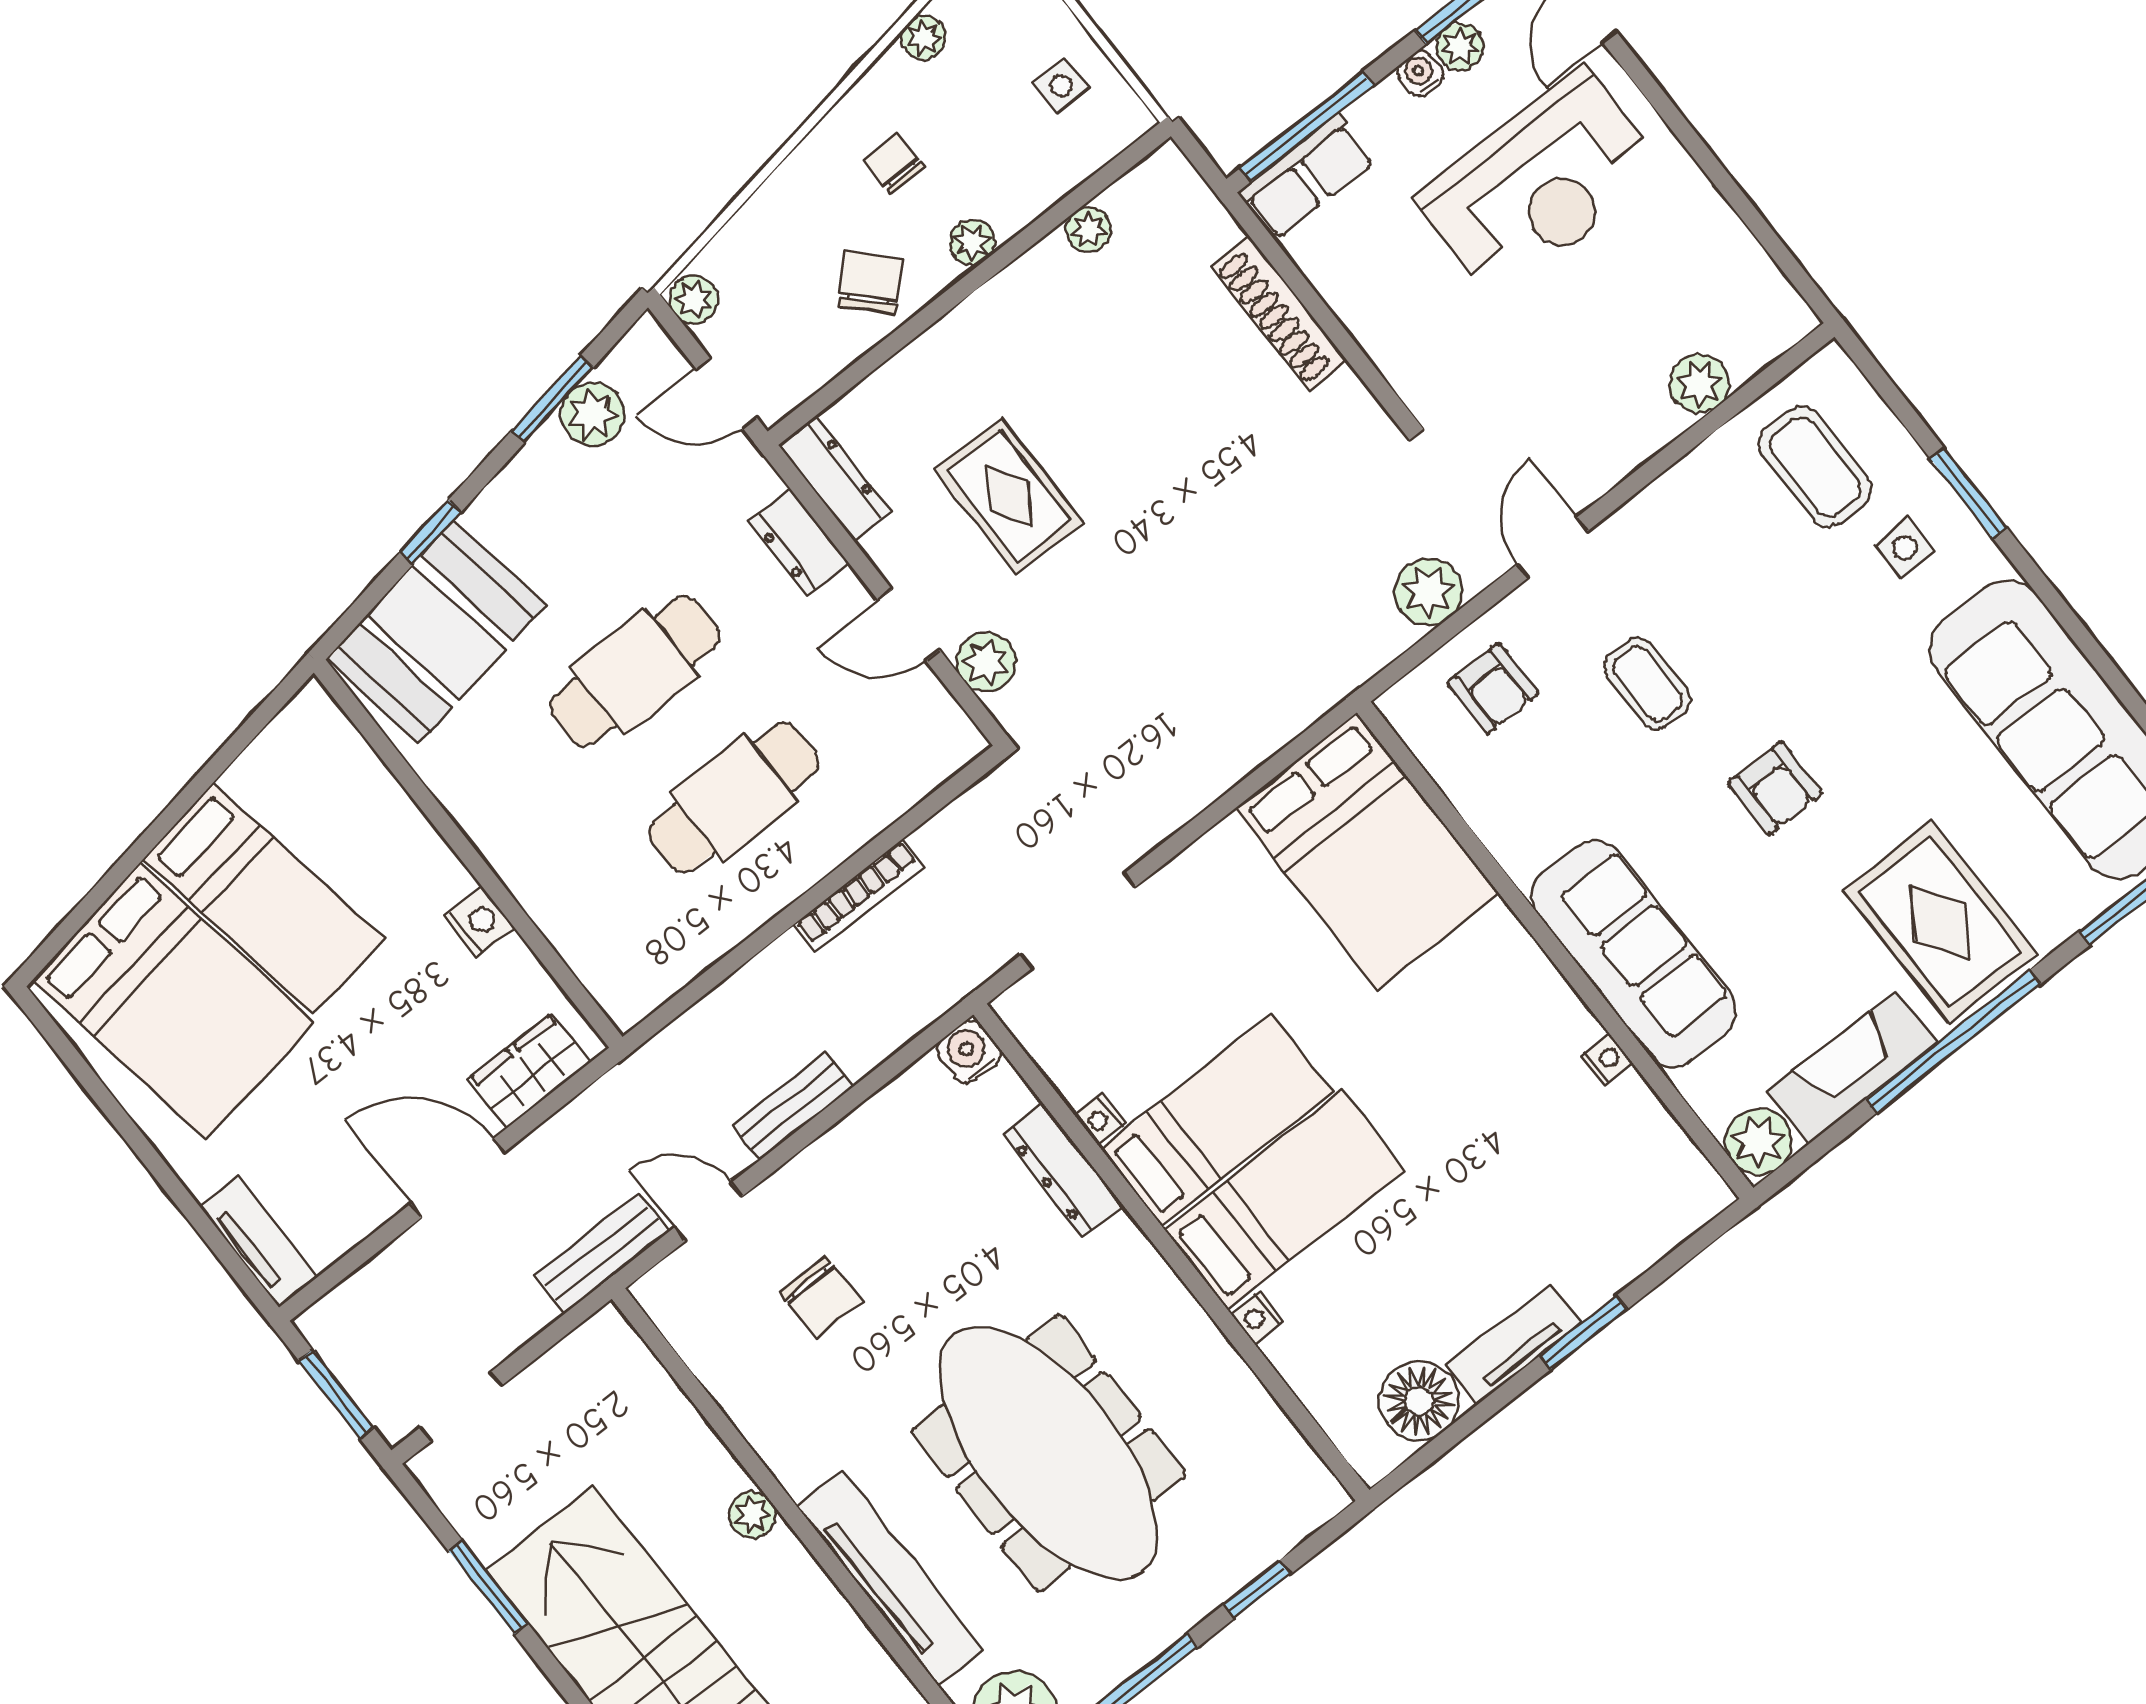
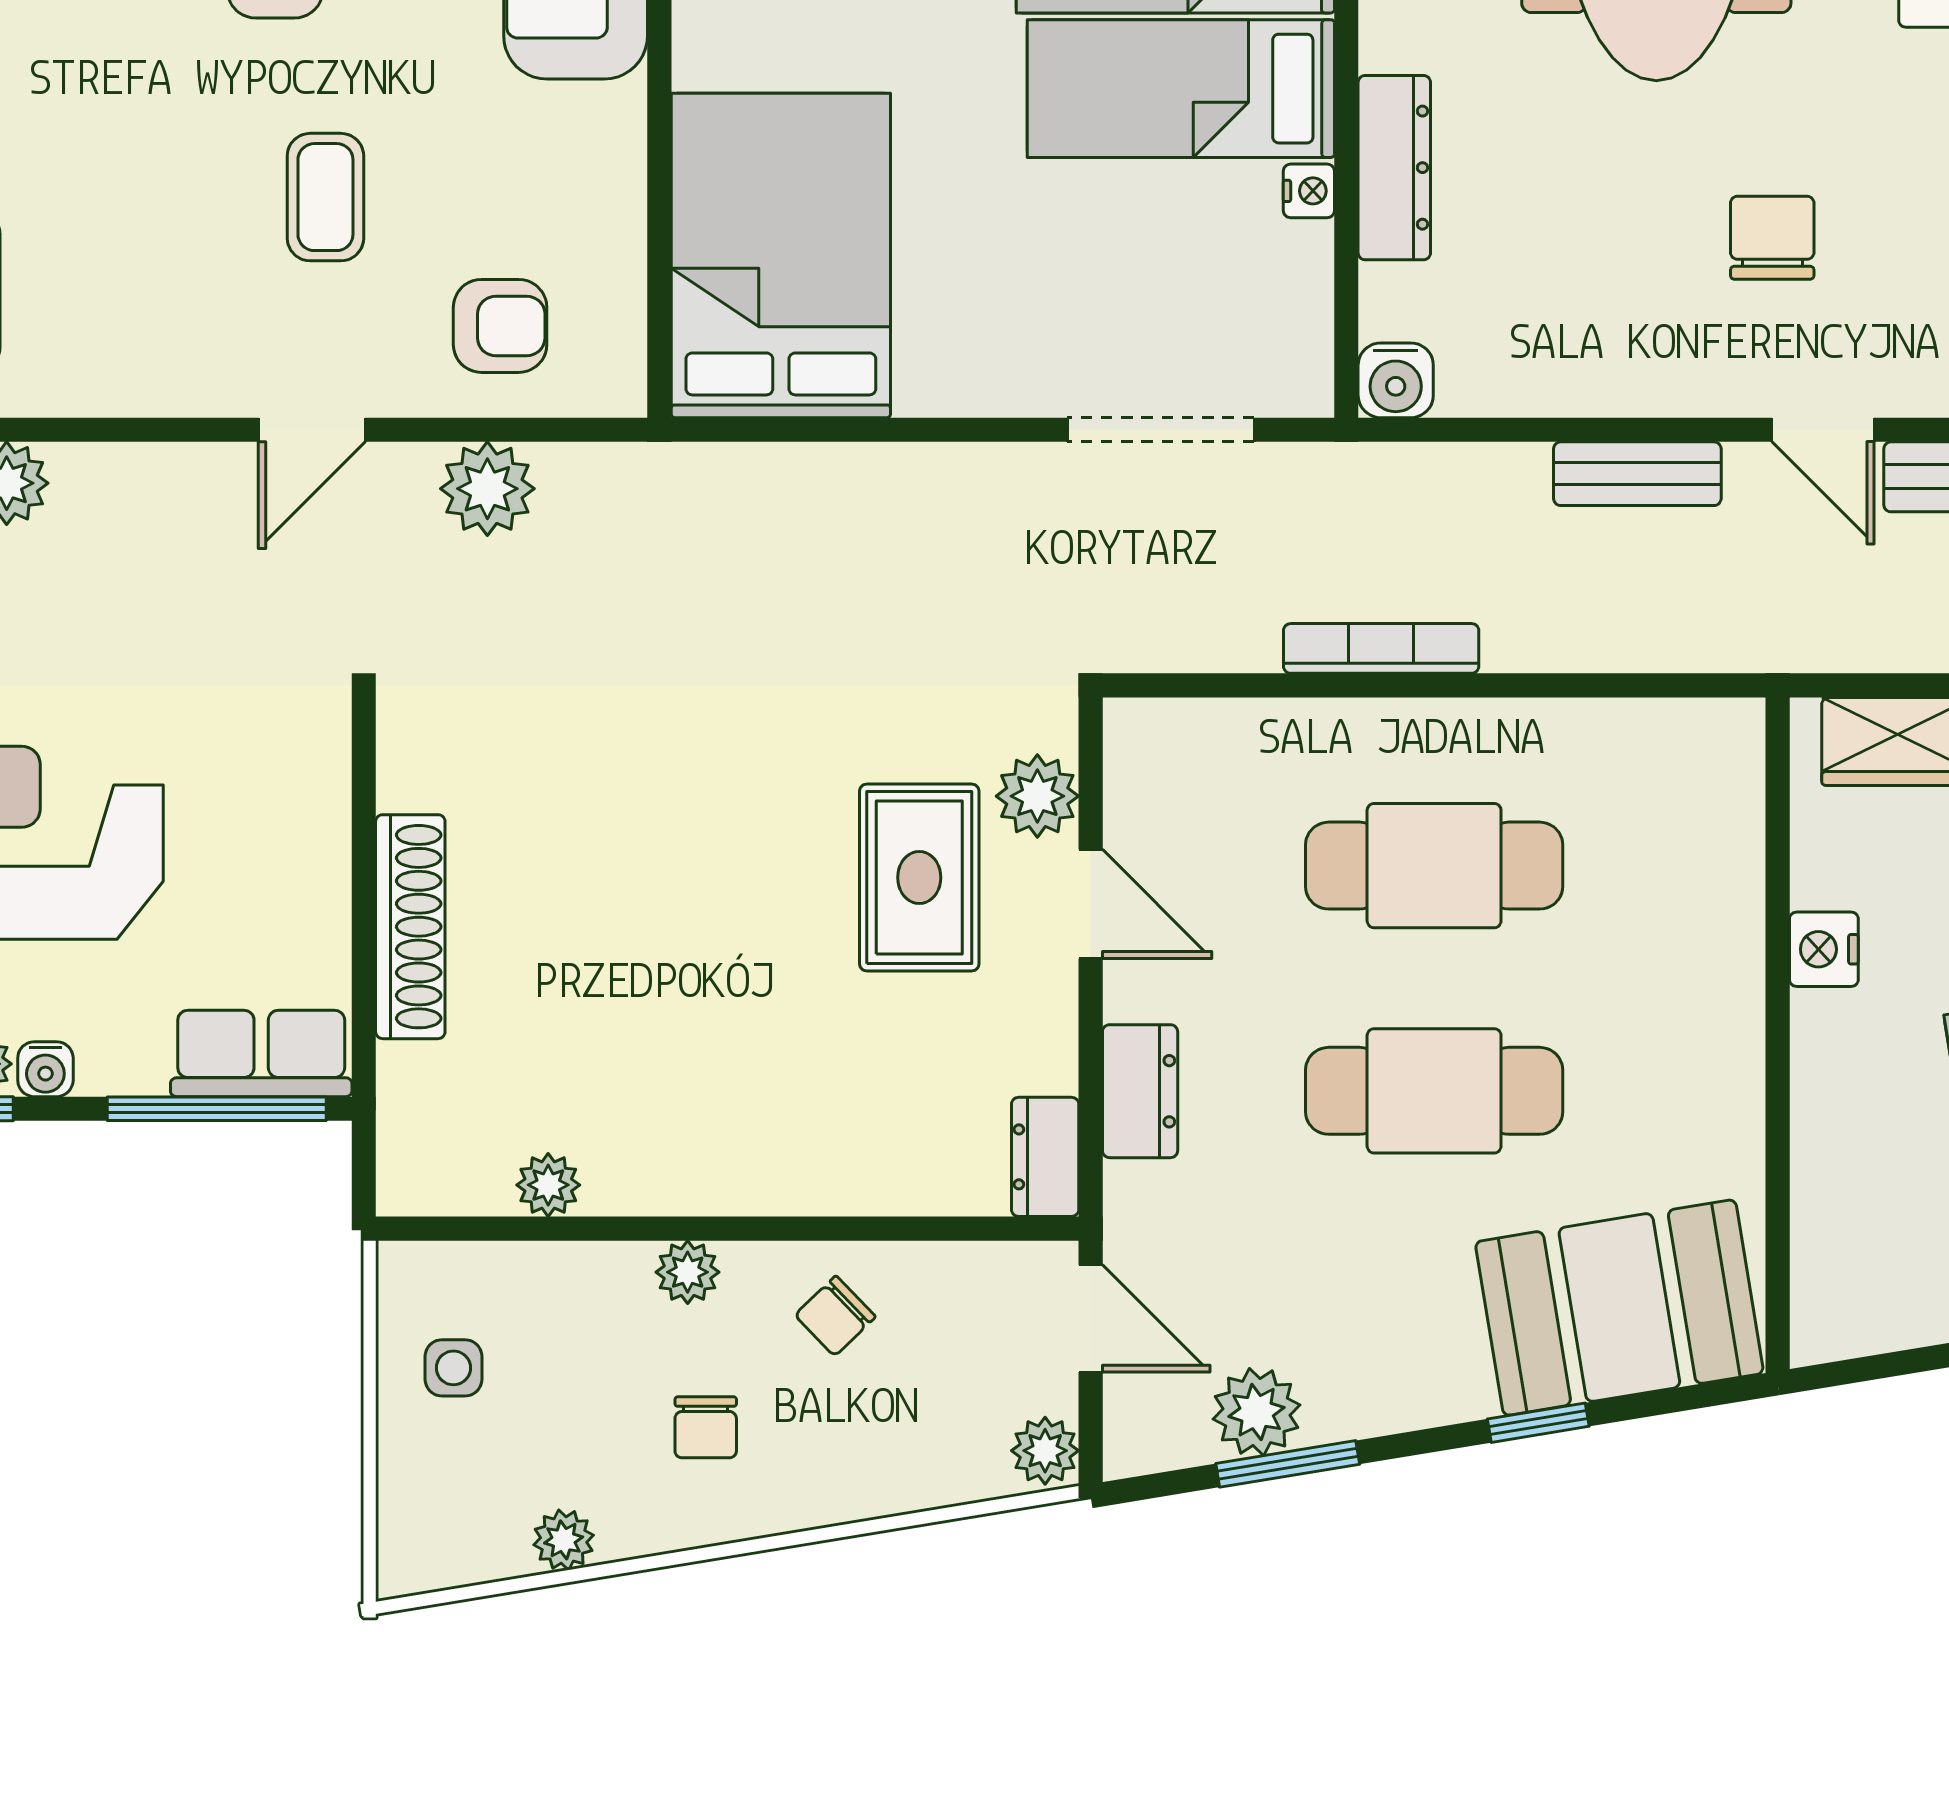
chair: (870, 283) -> (835, 1316), width x0.73, depth x0.73
dresser: (835, 478) -> (1045, 1157), width x0.70
rug: (1009, 496) -> (919, 878), moved
armchair: (1493, 688) -> (500, 326), turned 90

